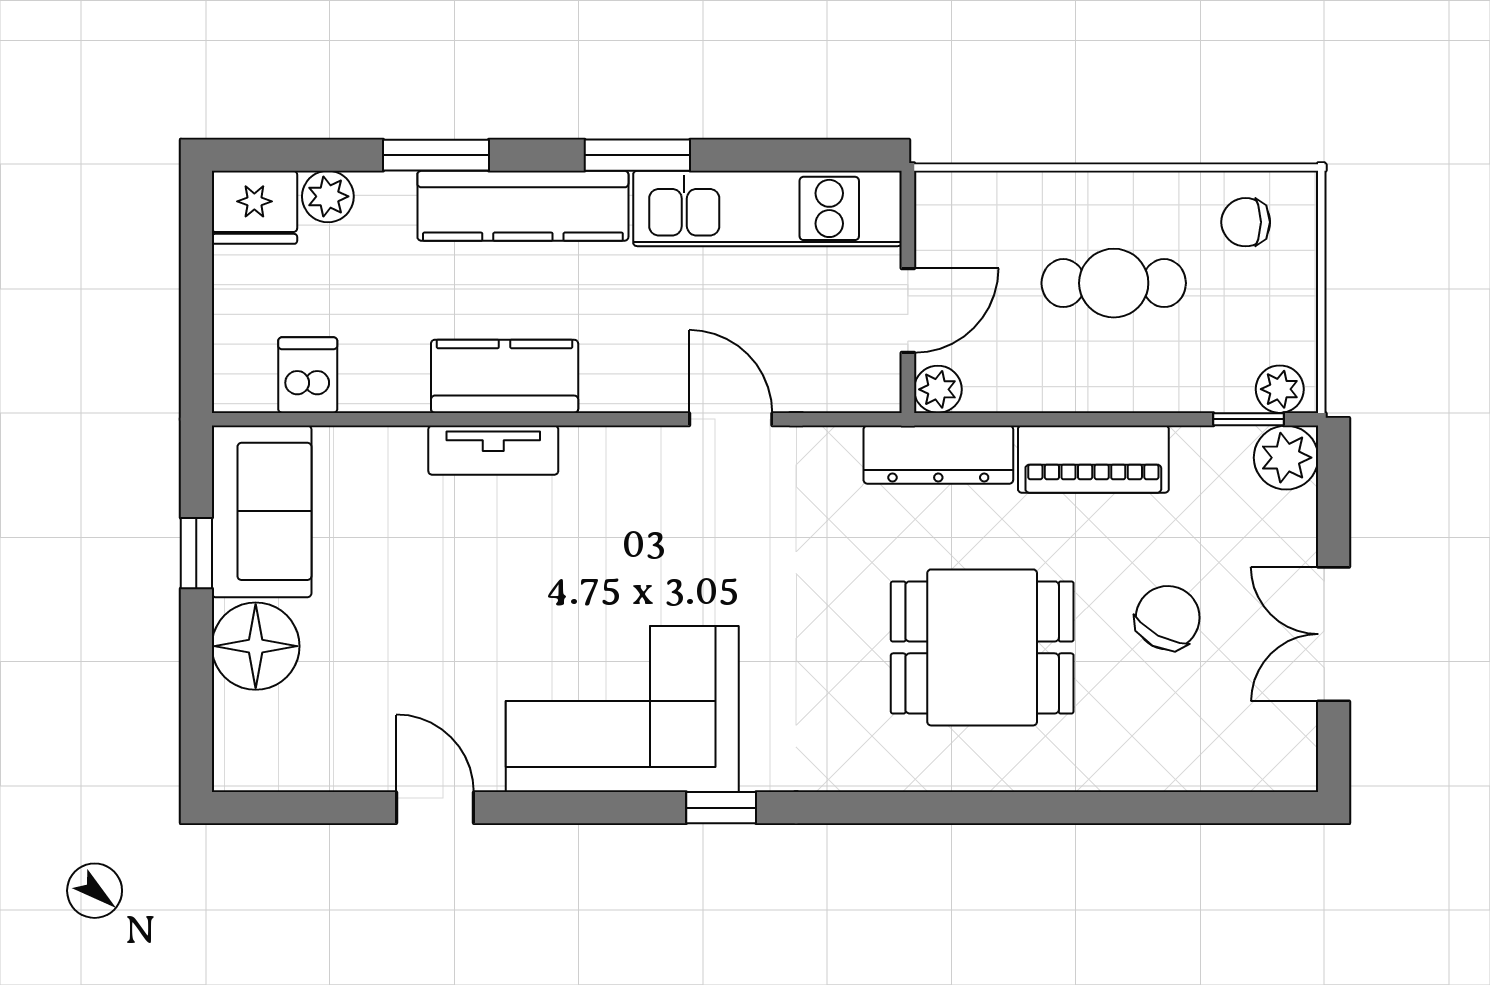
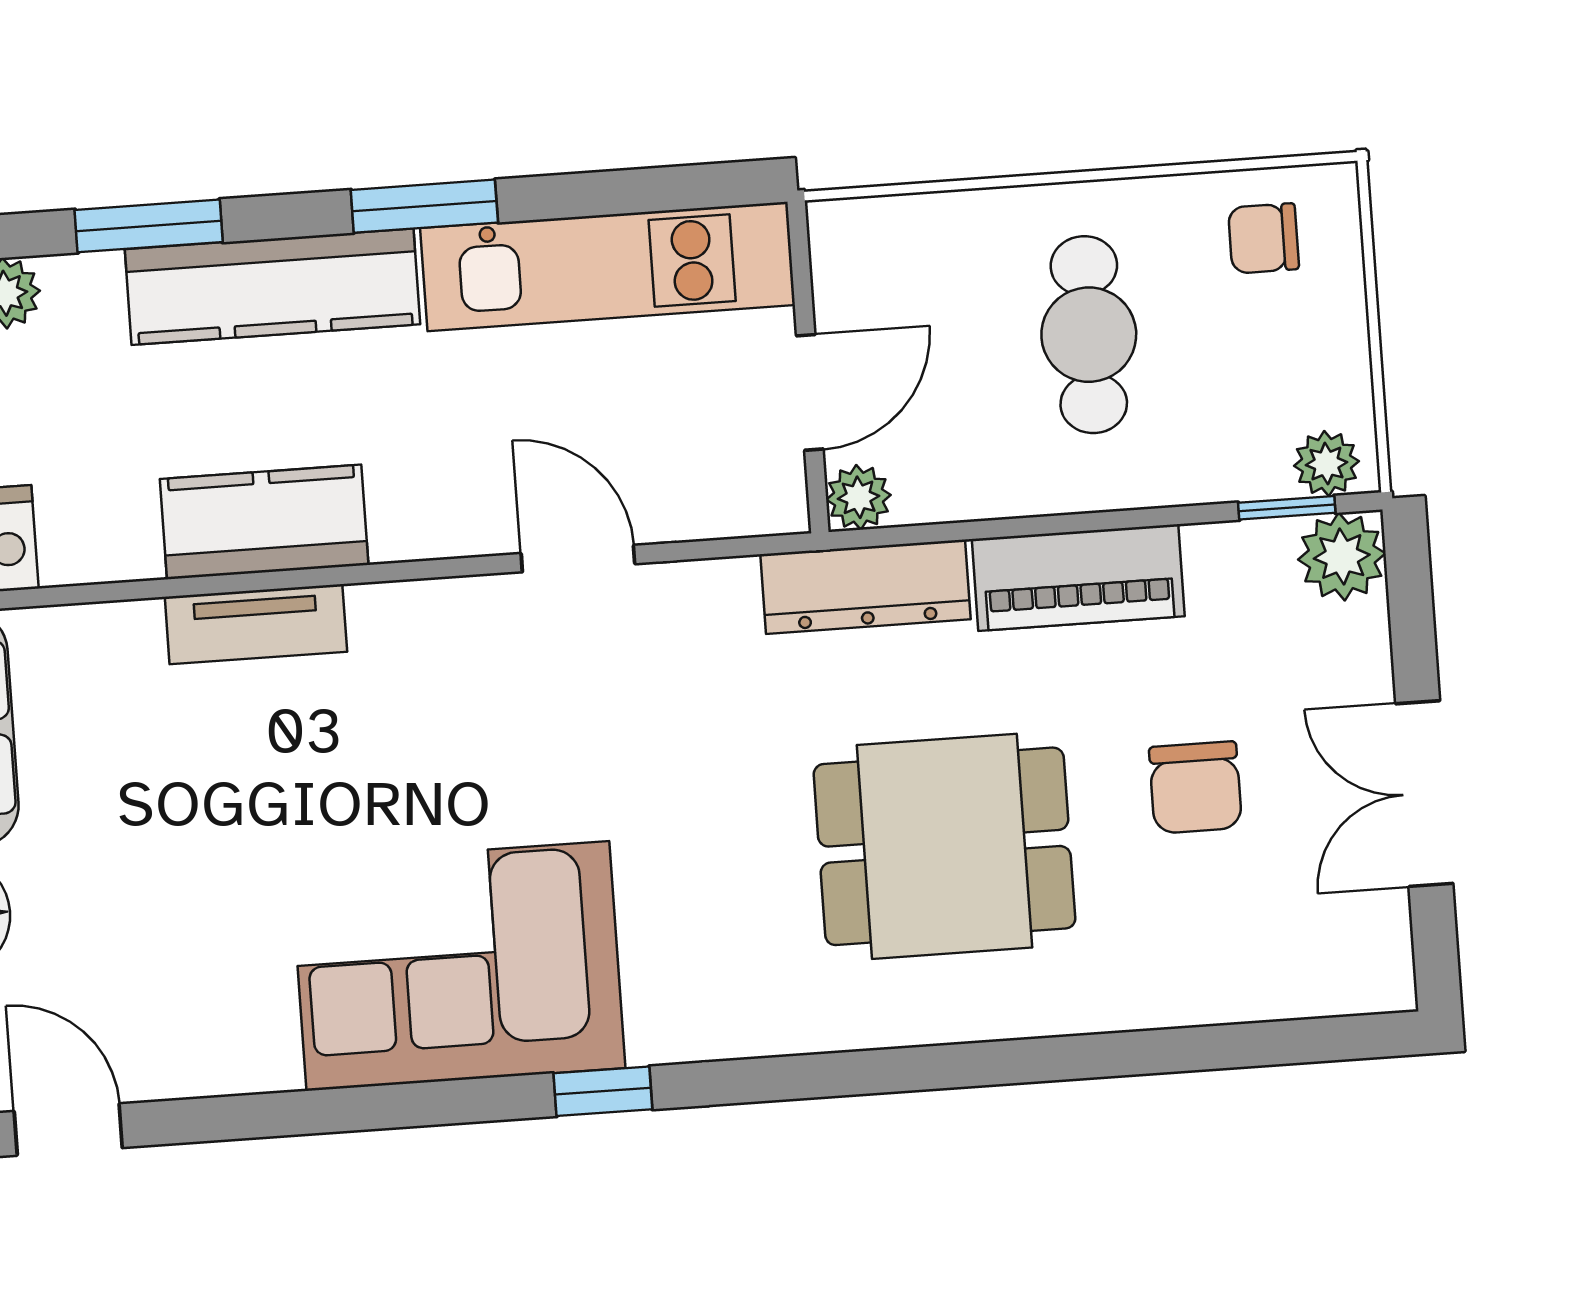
cafe table: (1114, 283) -> (1089, 335), turned 90
chair: (1168, 618) -> (1195, 787), turned 152
door: (435, 808) -> (68, 1130), moved

